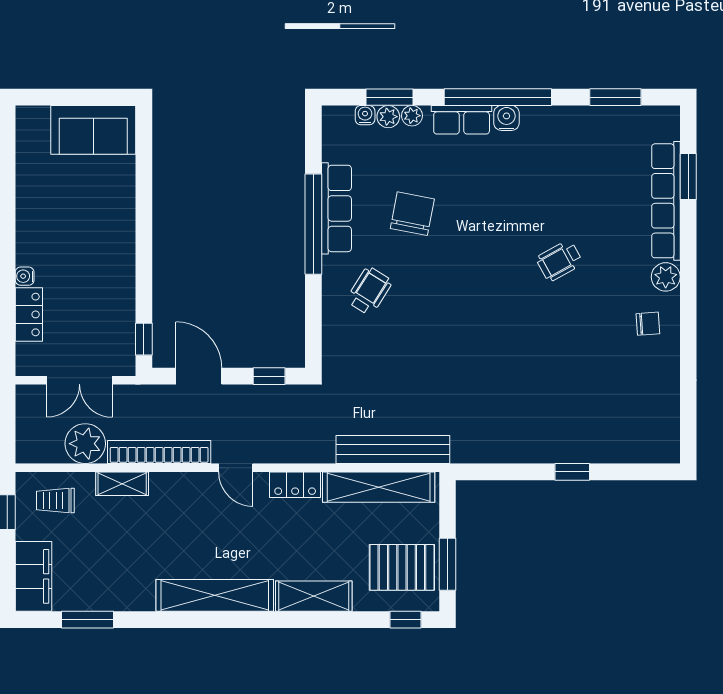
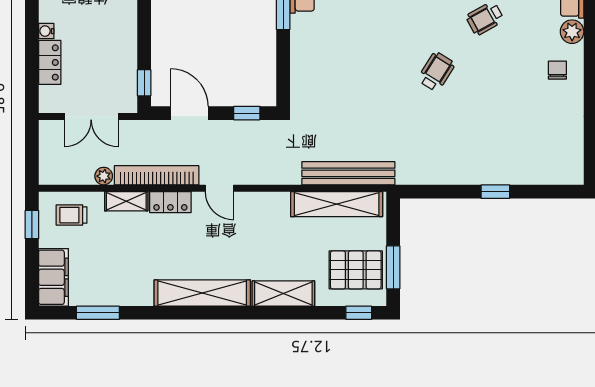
wheelchair: (369, 291) -> (436, 72), moved
chair: (648, 324) -> (557, 70), turned -86
plant: (85, 444) -> (104, 176), width x0.53, depth x0.53
locker: (295, 485) -> (170, 202), moved

